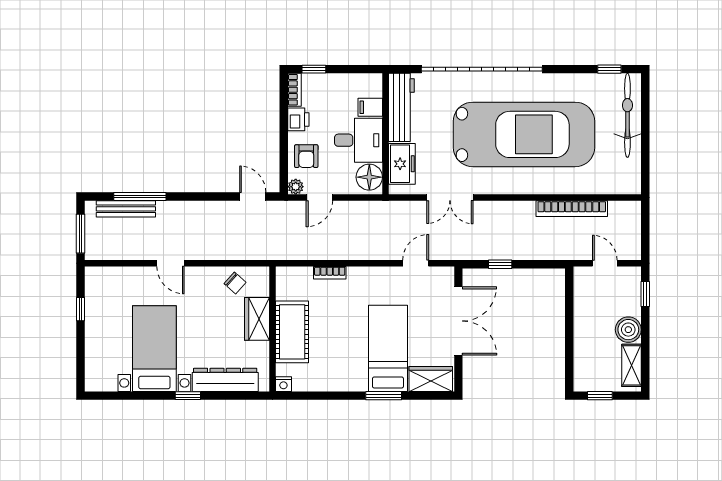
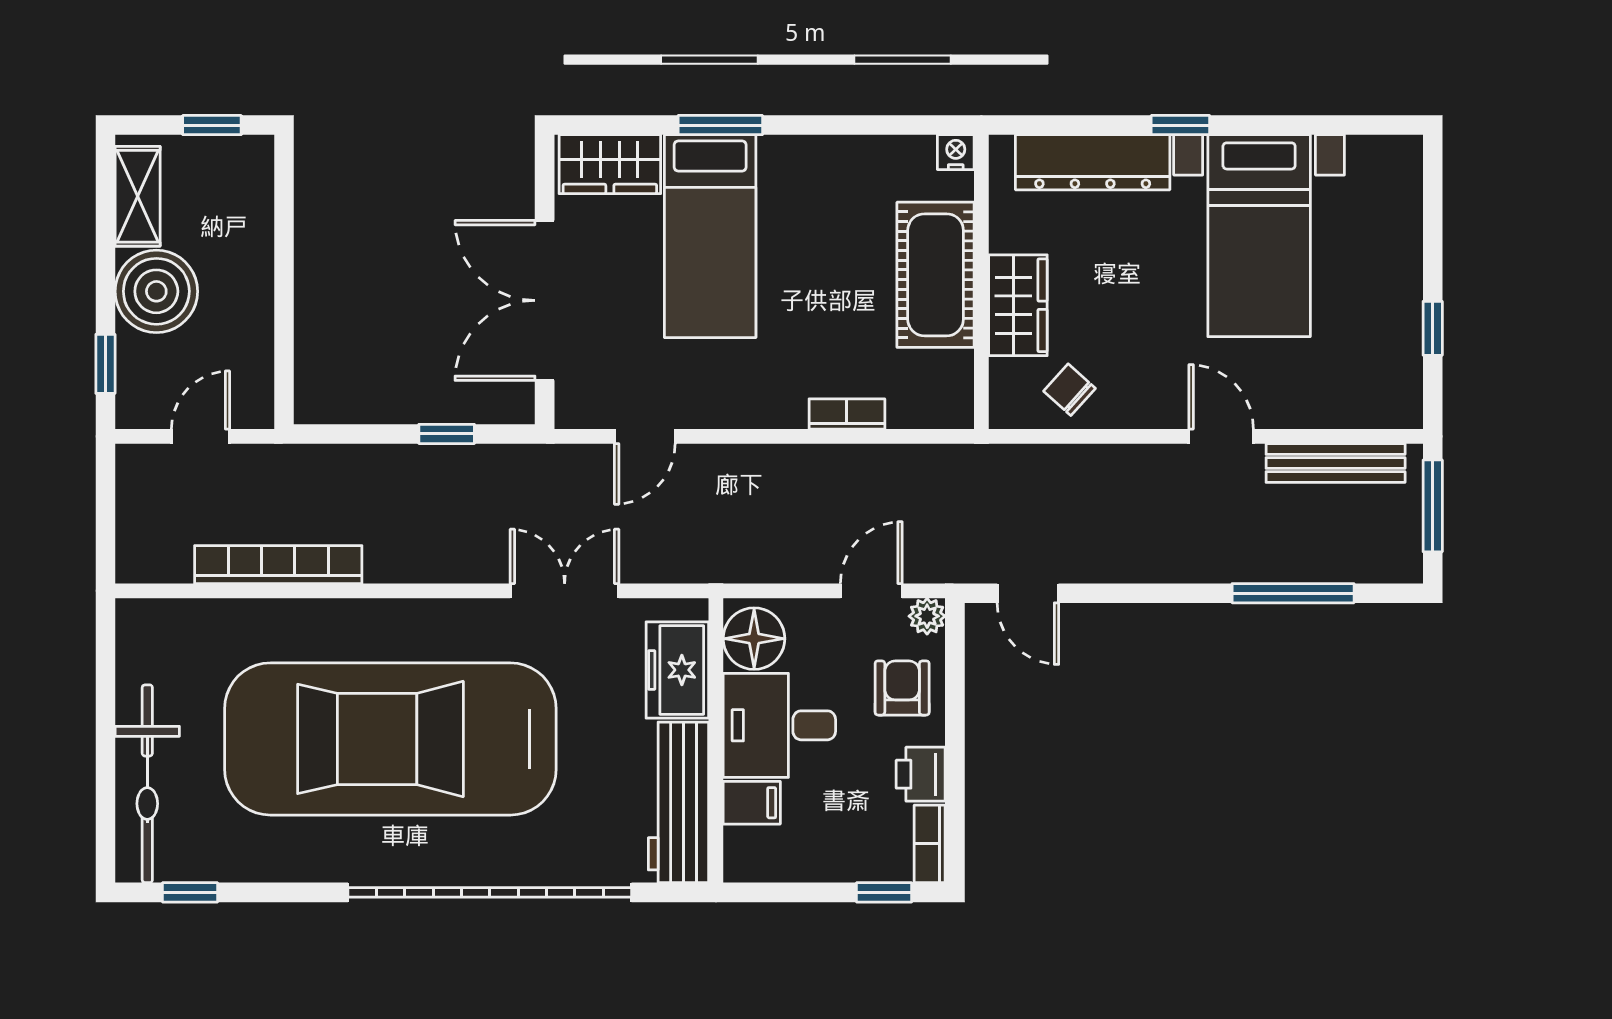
bench: (126, 209) -> (1336, 463), moved
door: (605, 263) -> (201, 436), swing flipped
boiler: (628, 330) -> (156, 291), width x1.37, depth x1.37

